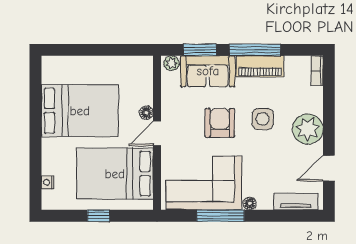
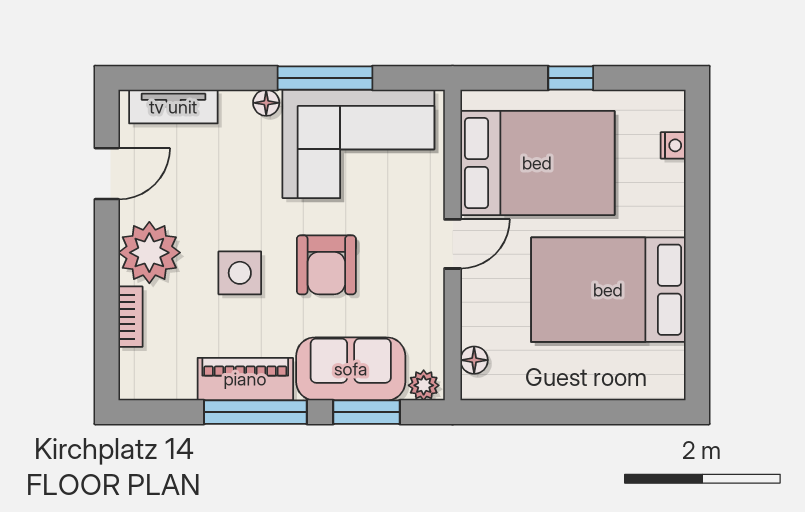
bookcase: (317, 71) -> (131, 317), moved
floor lamp: (146, 113) -> (474, 360), moved

